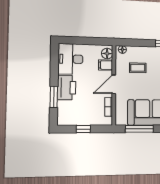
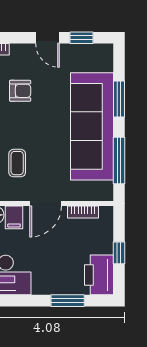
door: (114, 84) -> (46, 204), hinge flipped
printer: (67, 88) -> (99, 275), moved, turned -90

